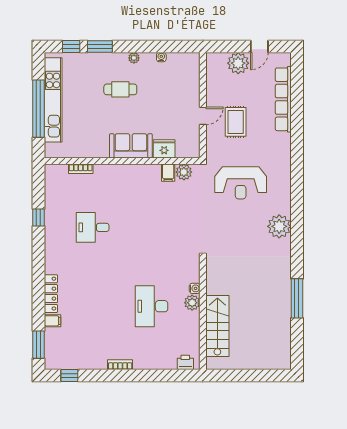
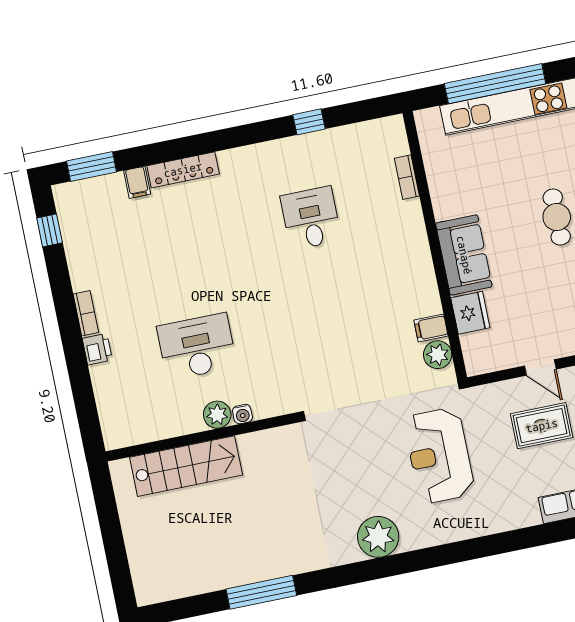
printer: (185, 362) -> (97, 349), moved

